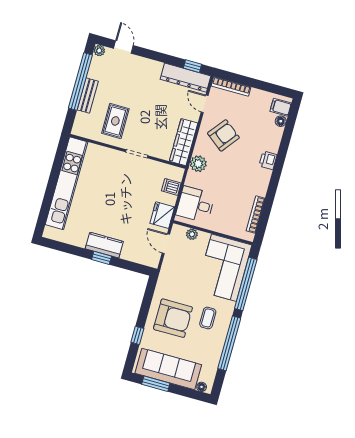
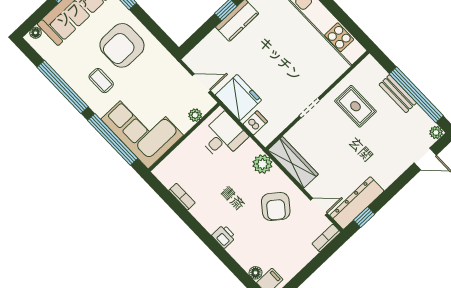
bookcase: (231, 86) -> (326, 238), width x0.64
fridge: (162, 215) -> (238, 97), width x1.36, depth x1.34
bookcase: (256, 215) -> (182, 197), width x0.64

